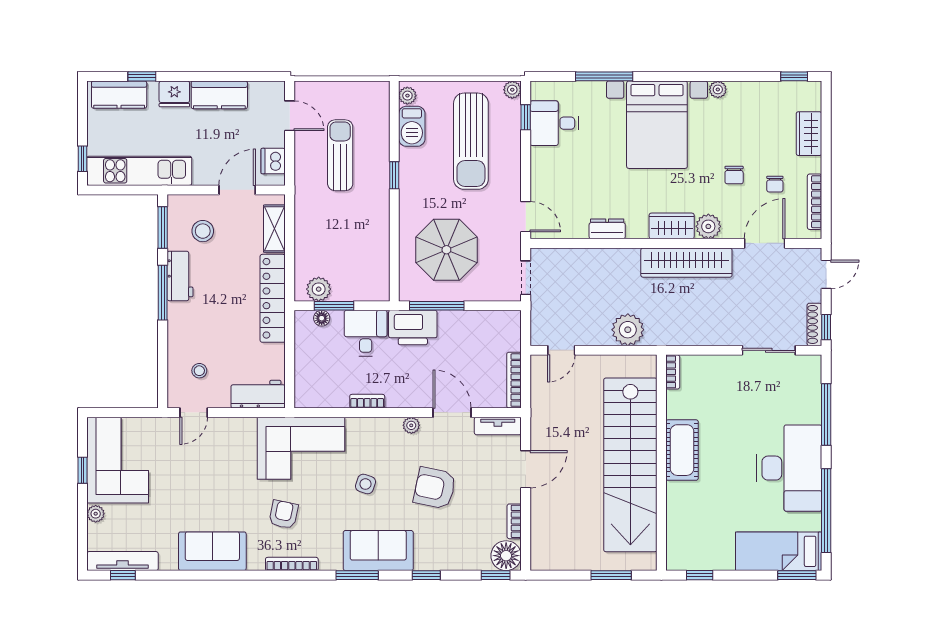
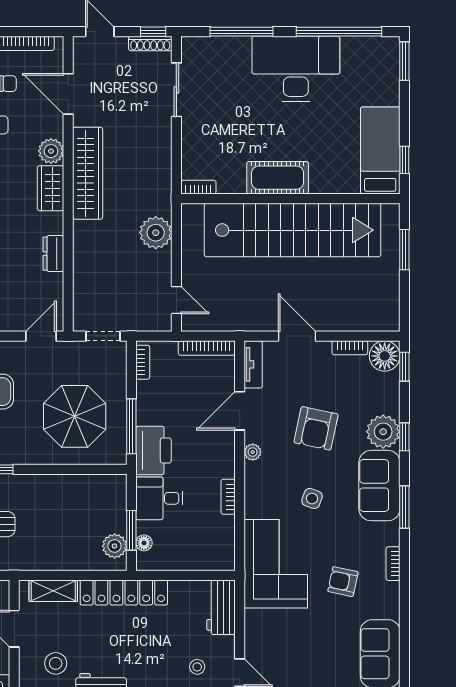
bookcase: (500, 317) -> (143, 362), added
bed: (779, 551) -> (380, 150), moved, turned 180
plant: (431, 554) -> (383, 432), added
bookcase: (292, 564) -> (393, 564), width x0.64

